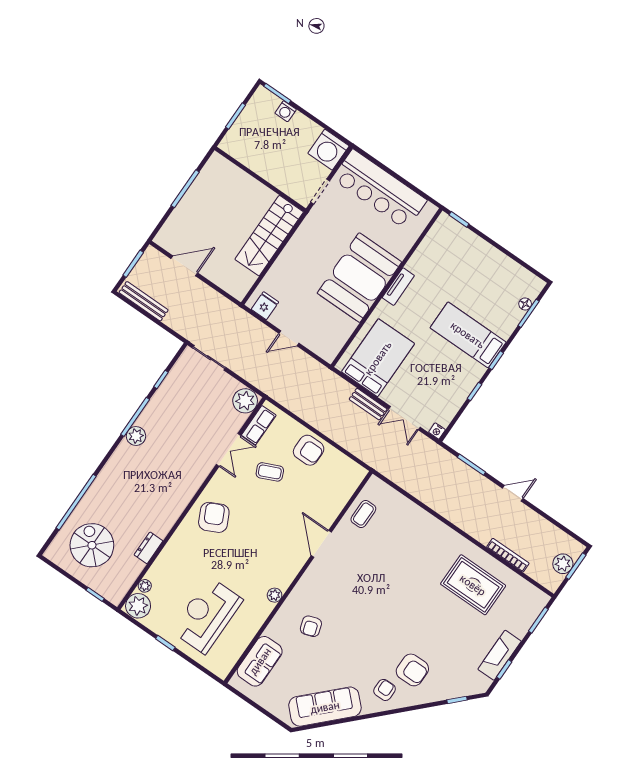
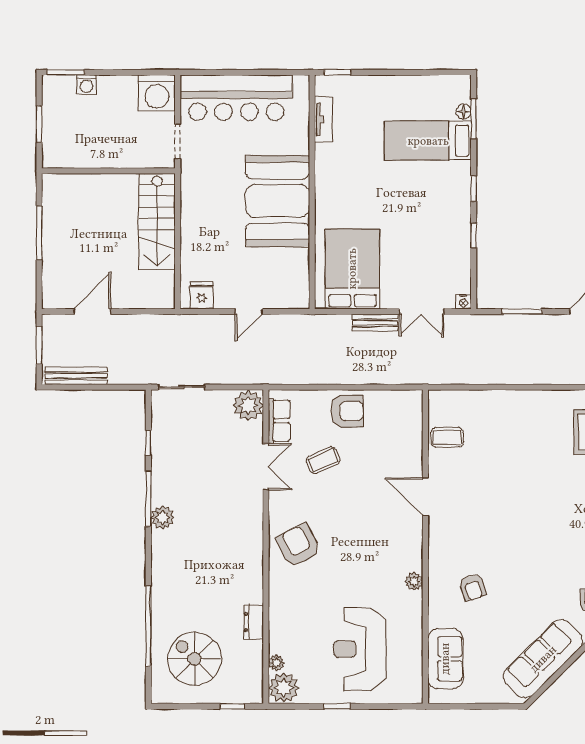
tv unit: (398, 287) -> (323, 119), moved
bed: (468, 335) -> (428, 141), moved
coffee table: (363, 514) -> (447, 437), turned 90

